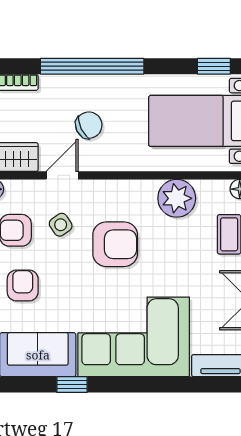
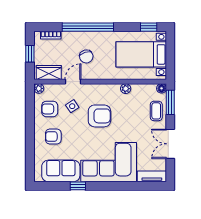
chair: (89, 125) -> (86, 57), turned 100
plant: (177, 198) -> (126, 89), width x0.53, depth x0.53
armchair: (23, 285) -> (53, 136), turned -90

